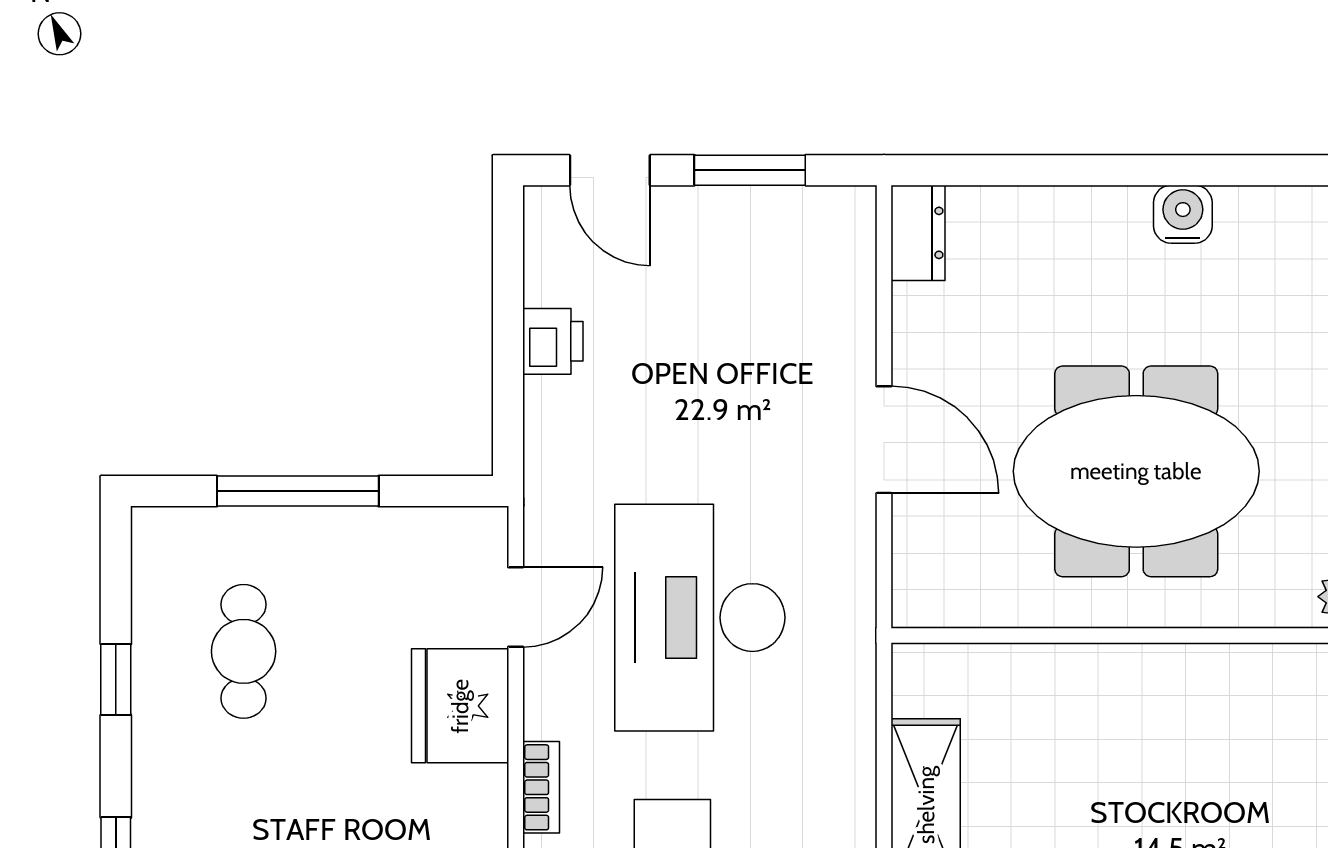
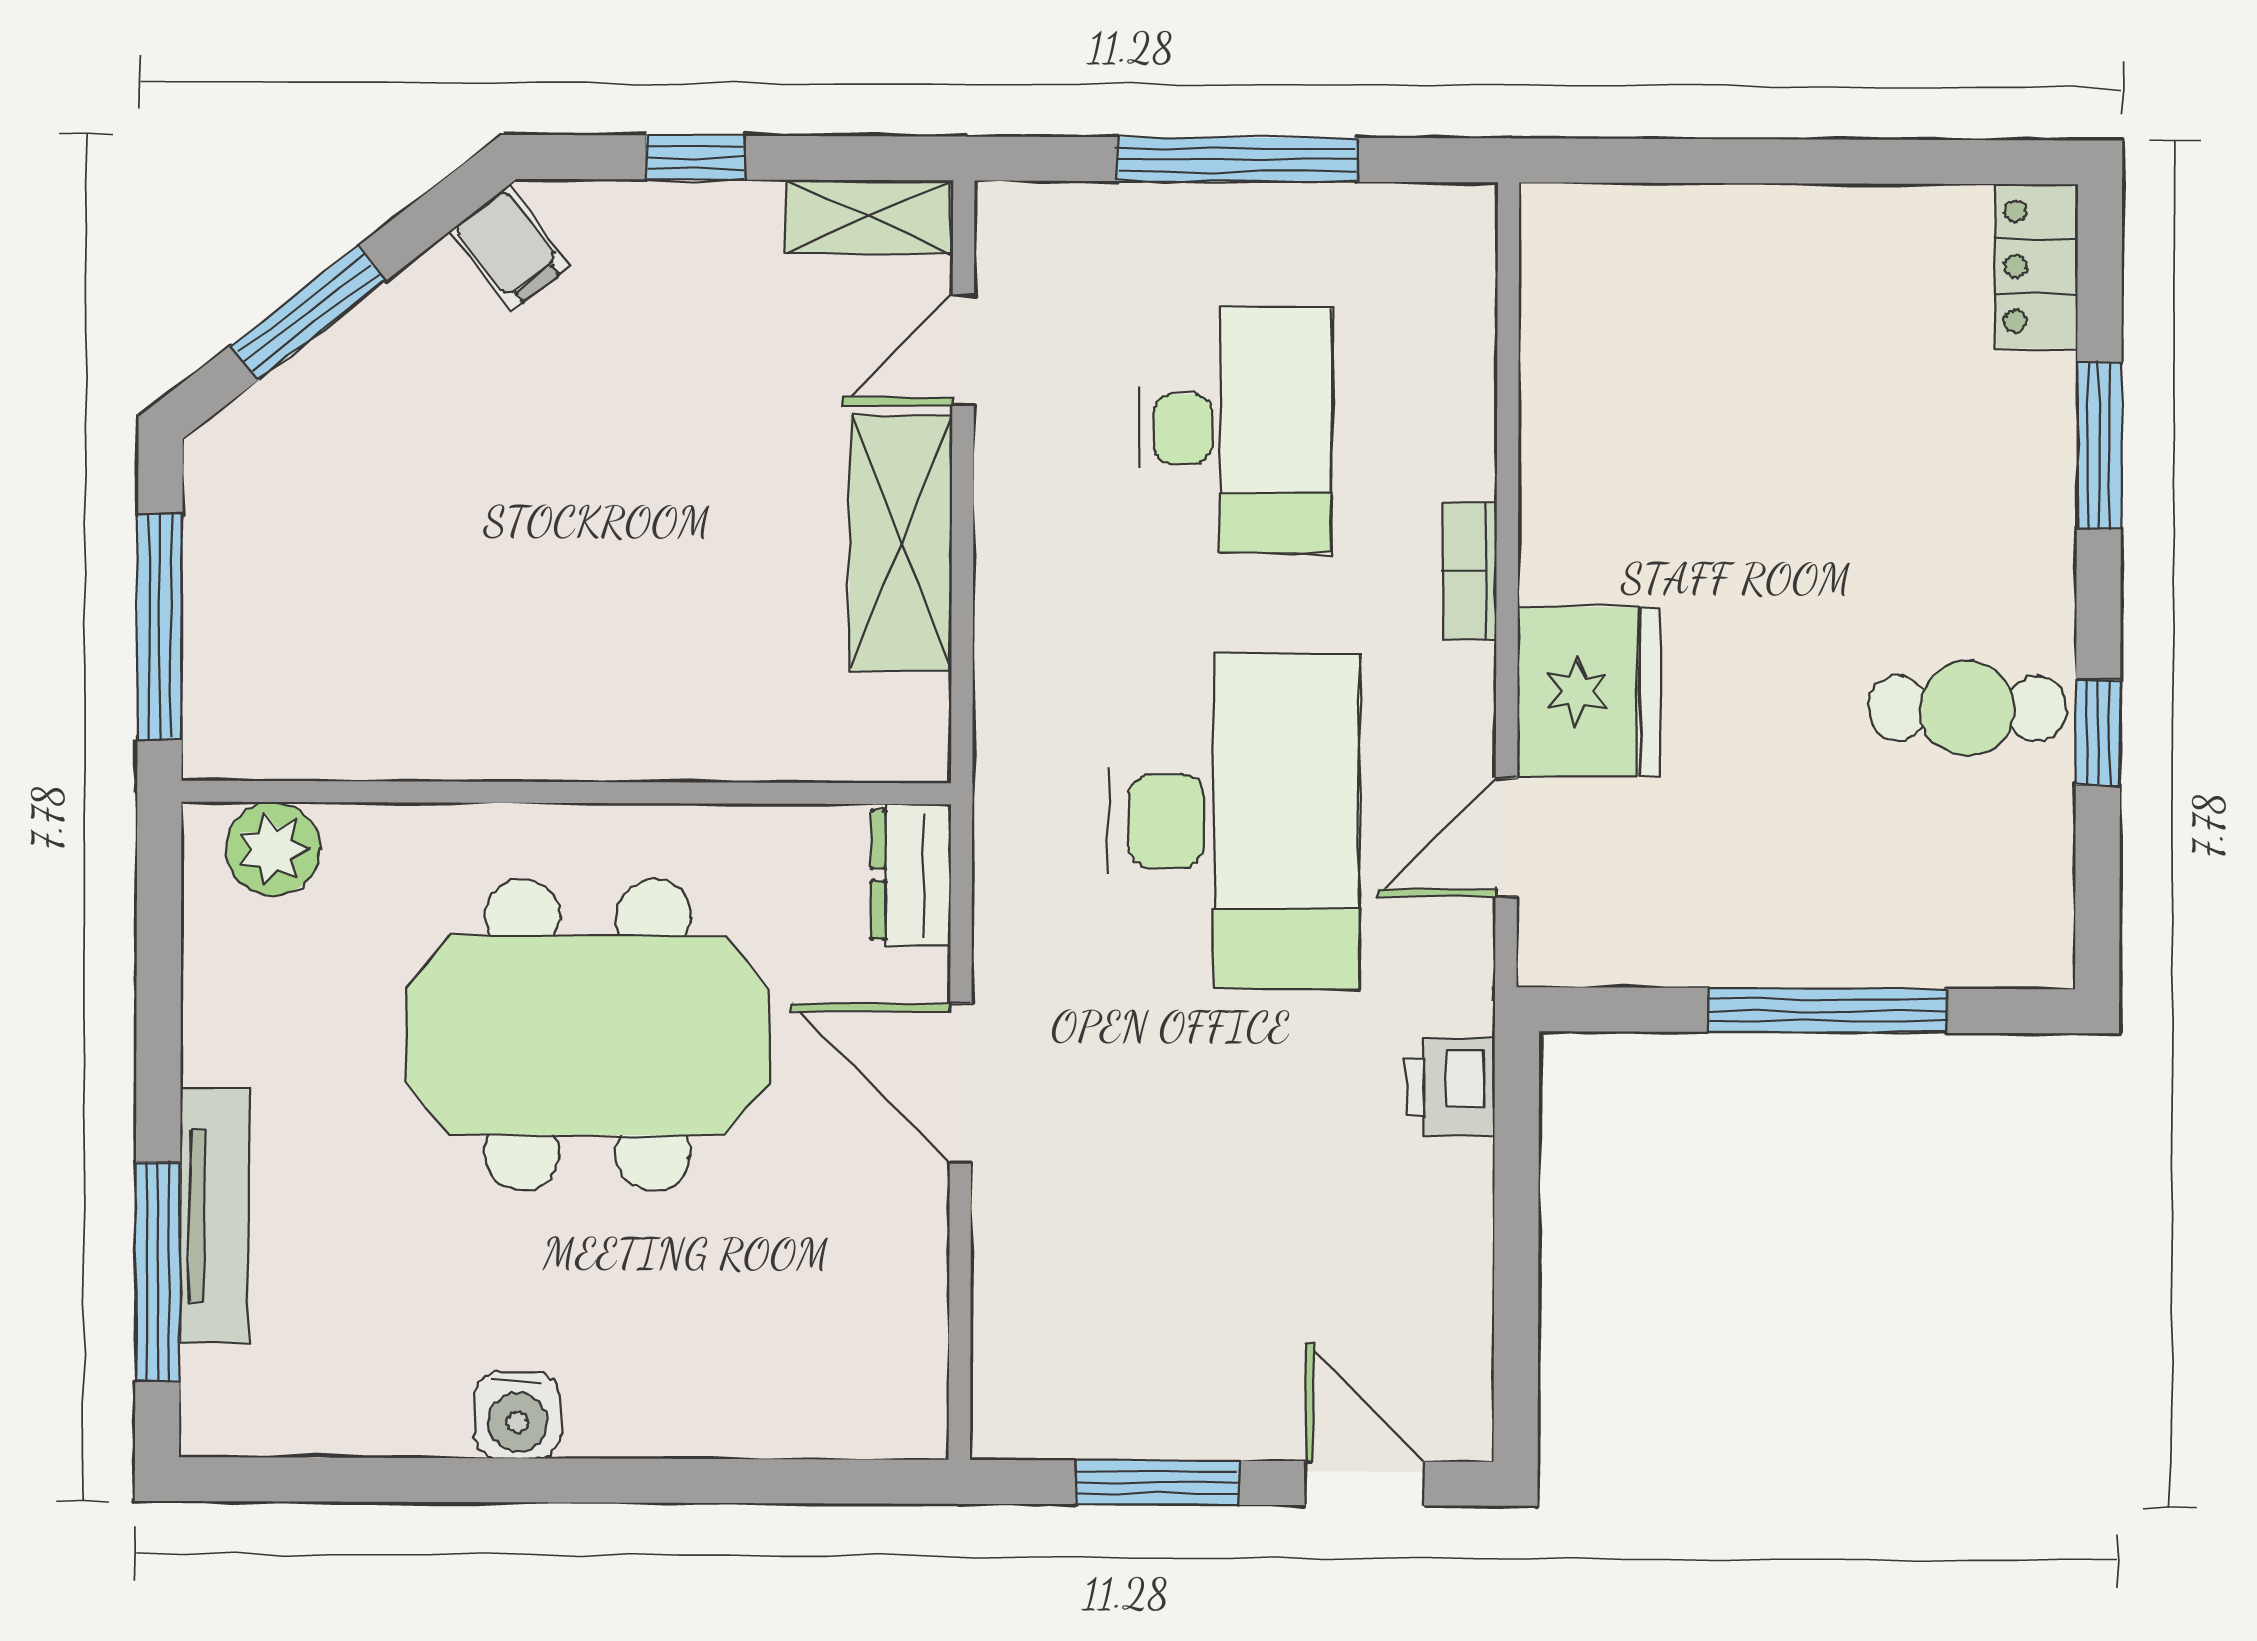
dresser: (918, 233) -> (911, 875), moved
printer: (553, 341) -> (1451, 1087), moved
cafe table: (244, 651) -> (1967, 708), moved, turned 90

